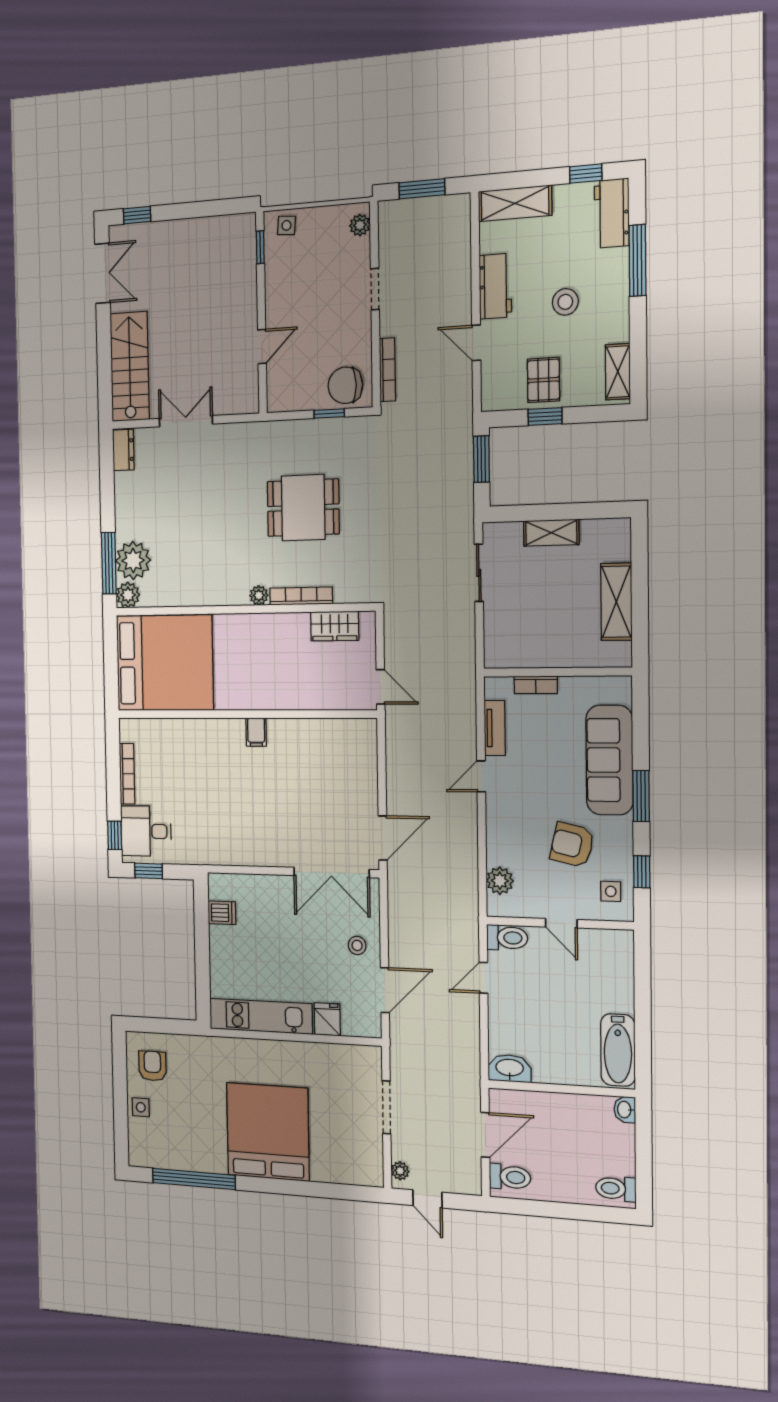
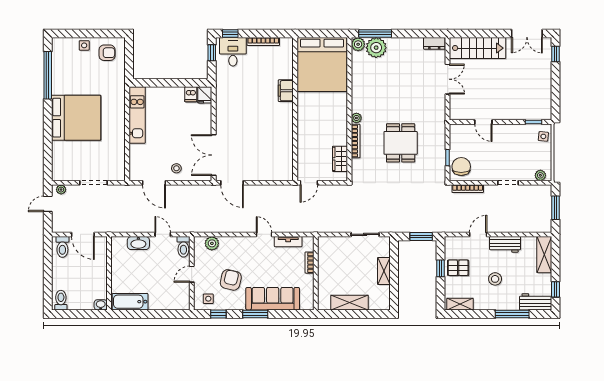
filing cabinet: (256, 732) -> (286, 91), moved, width x2.00
fridge: (327, 1019) -> (205, 95), moved, turned 90
washbasin: (510, 1068) -> (138, 243), moved, turned 90

